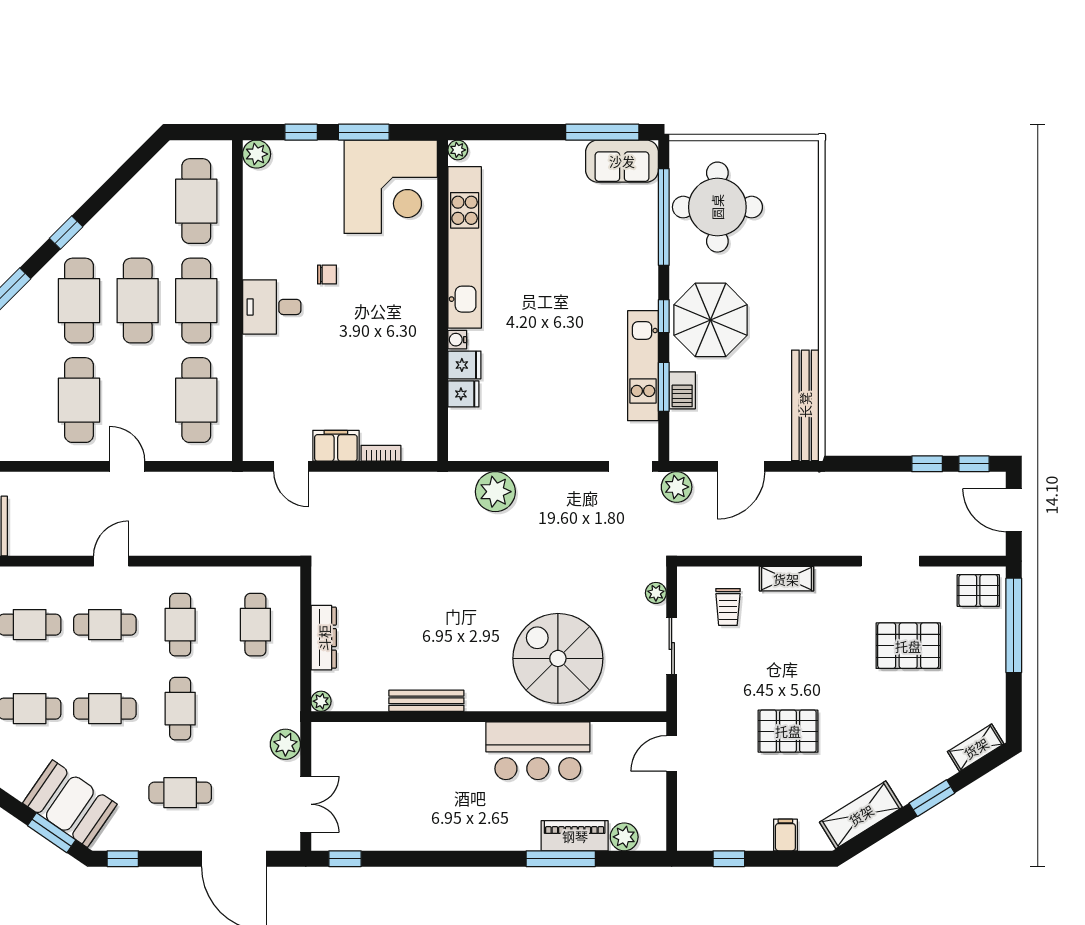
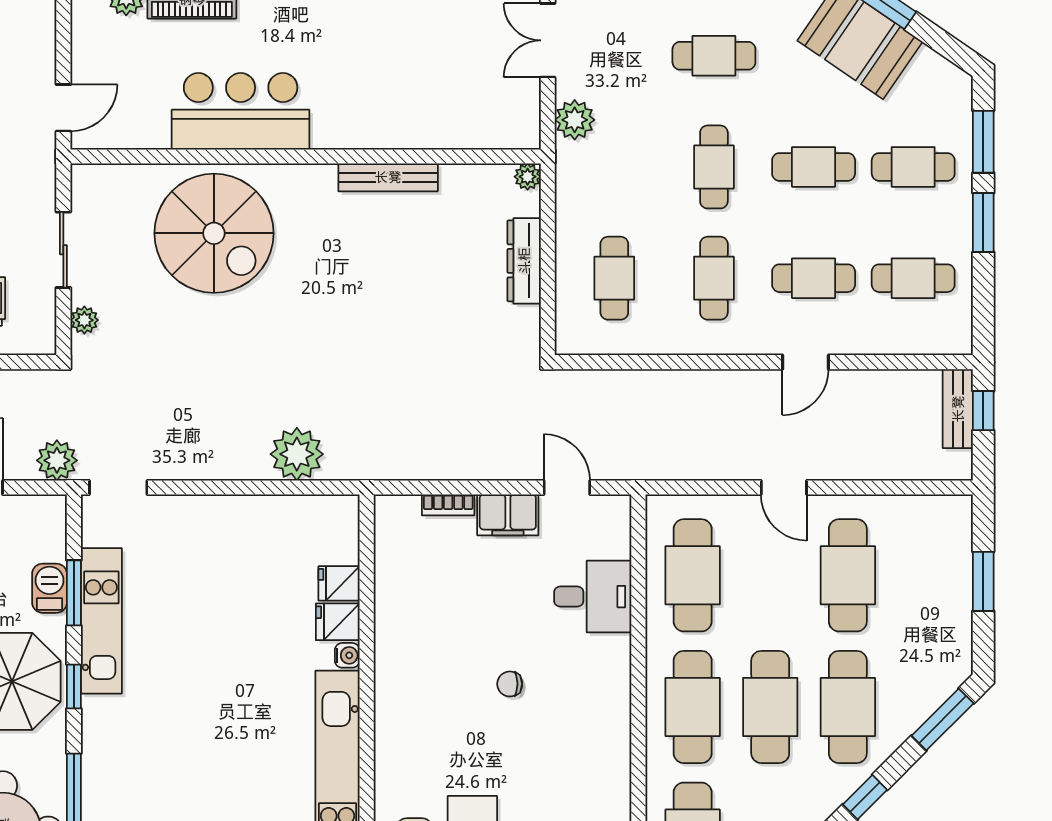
chair: (327, 275) -> (510, 684), moved
desk: (272, 307) -> (593, 597), moved

